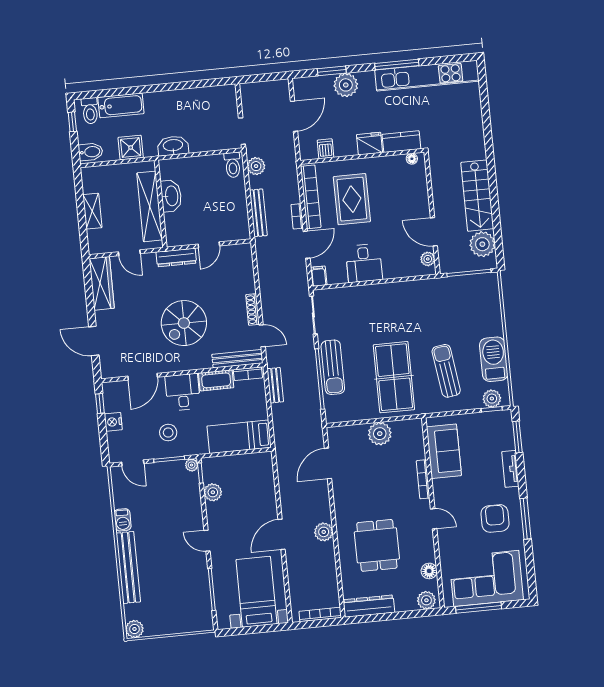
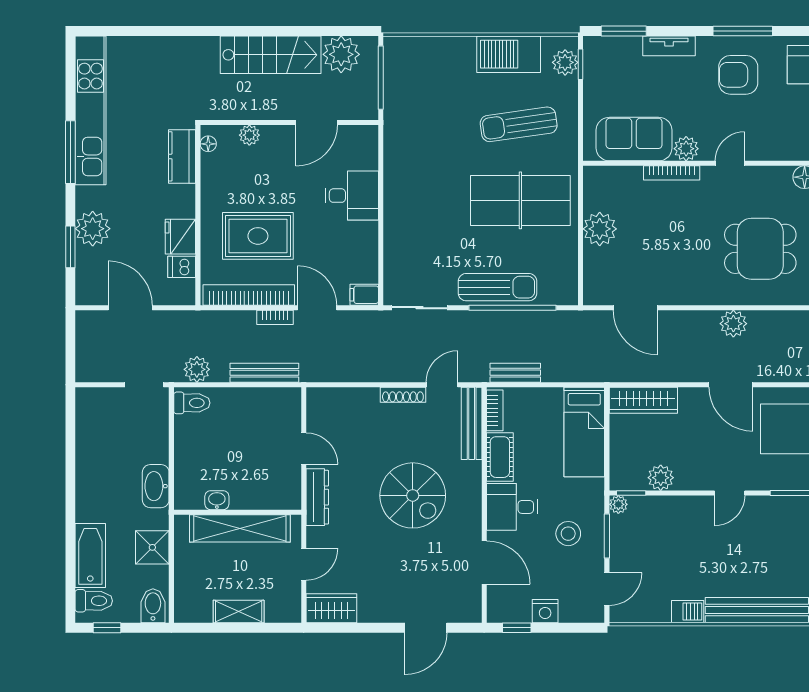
fridge: (370, 144) -> (180, 237), moved
washbasin: (171, 196) -> (217, 500), width x0.52, depth x0.69
plant: (428, 259) -> (249, 135), moved
desk: (364, 263) -> (352, 196), moved
wardrobe: (102, 283) -> (331, 608), width x0.67
wardrobe: (265, 475) -> (643, 400), added
plant: (441, 488) -> (686, 149), added

